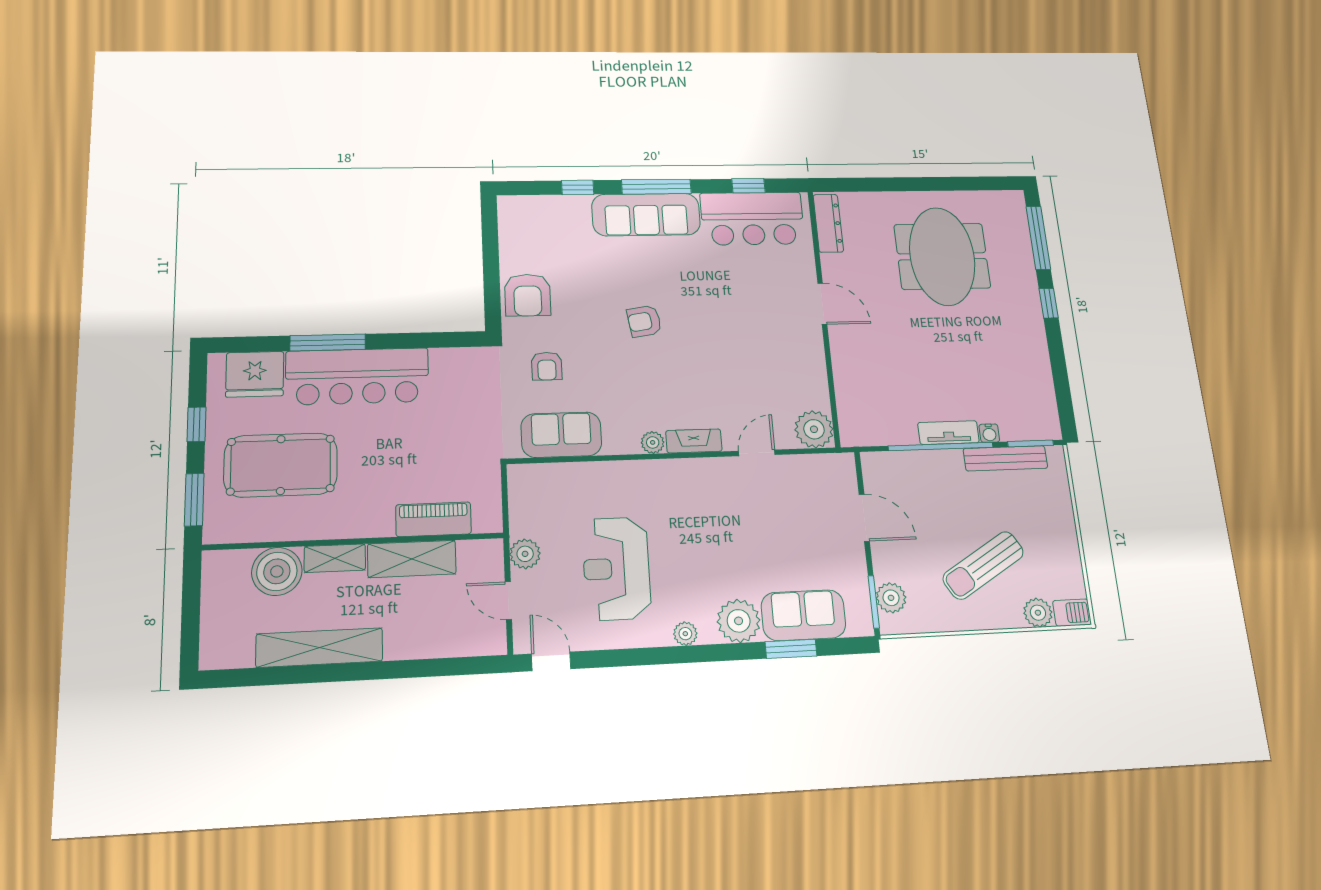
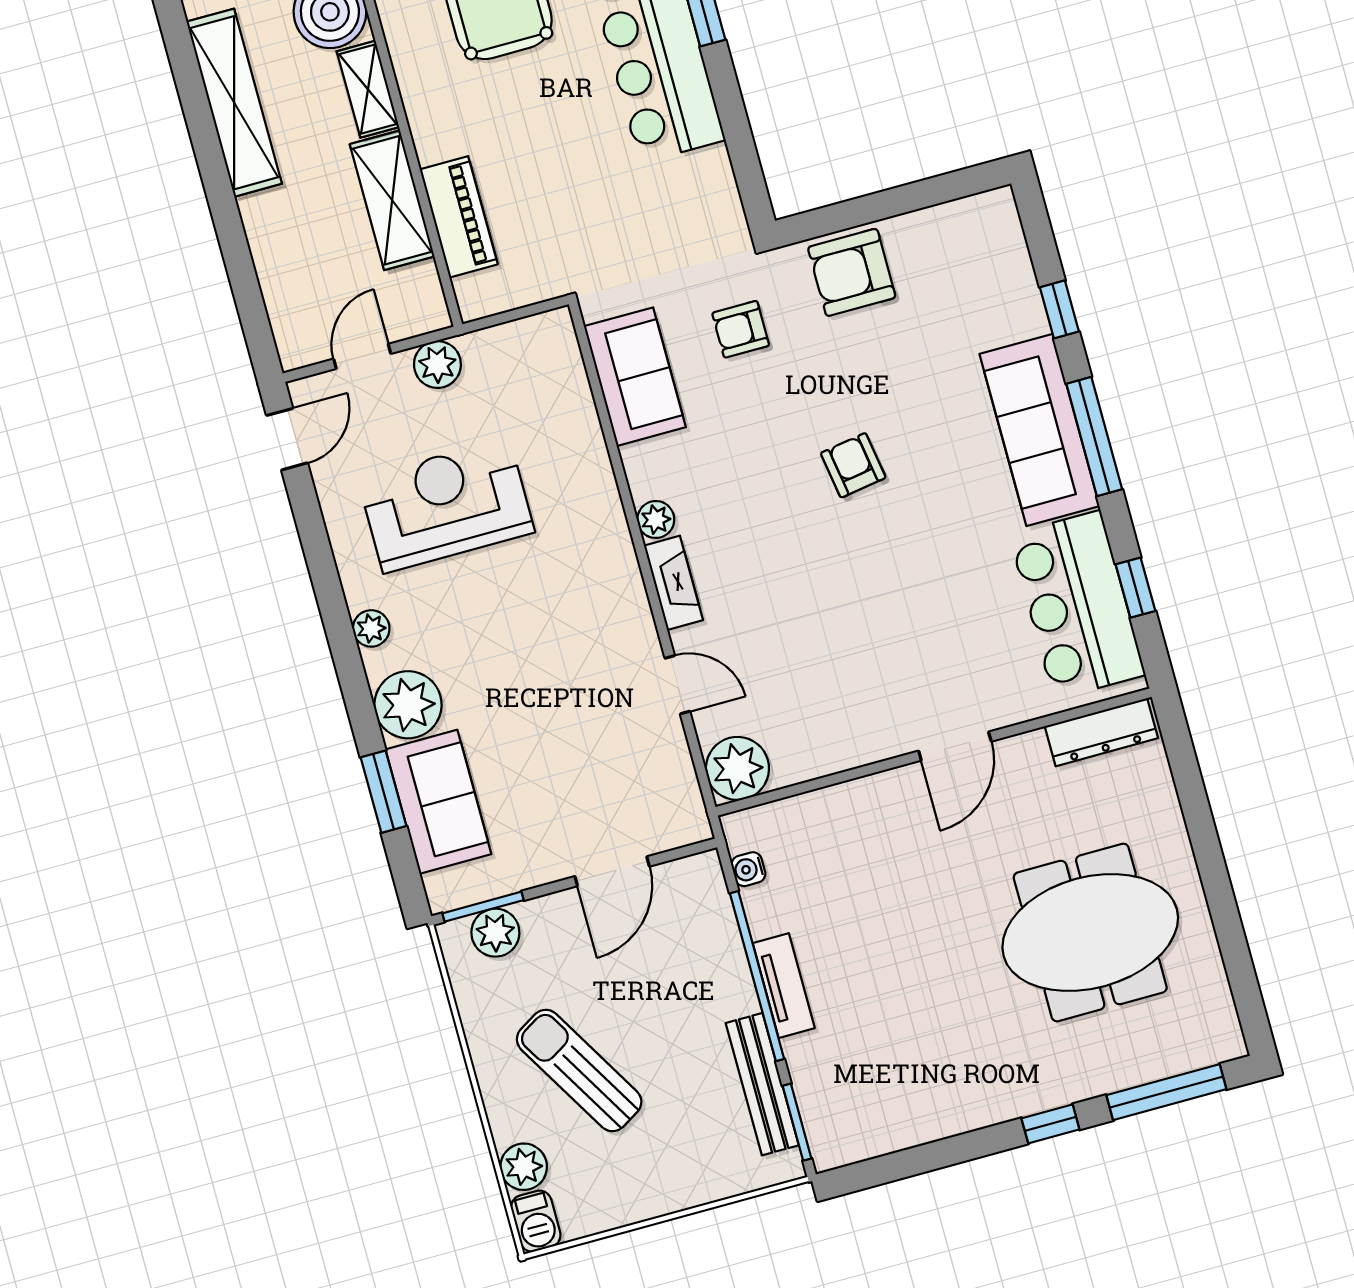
water cooler: (989, 433) -> (748, 869), moved

